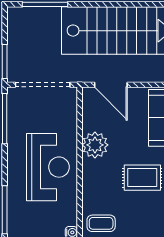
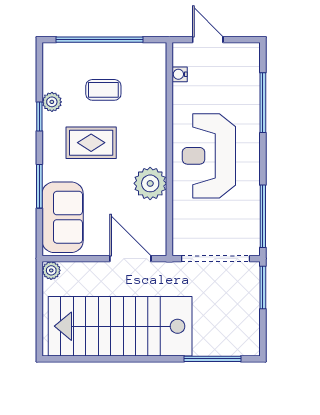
coffee table: (101, 223) -> (103, 90), moved

